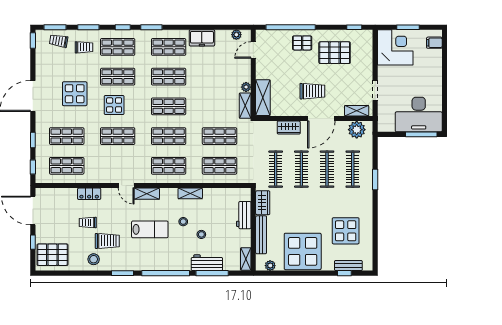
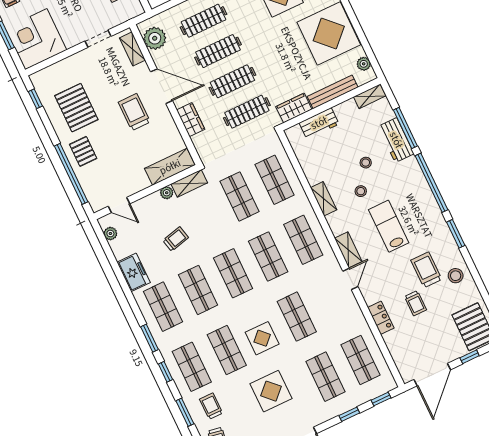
trolley: (211, 78) -> (176, 239), added

